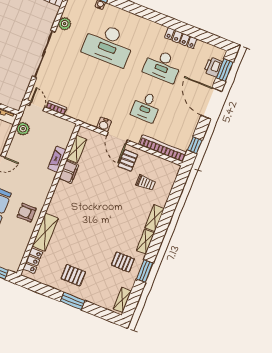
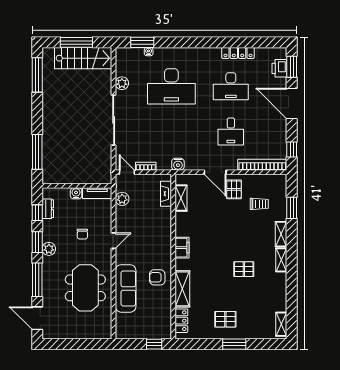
water cooler: (104, 124) -> (178, 164), moved
fireplace: (57, 159) -> (166, 194), moved
filing cabinet: (69, 172) -> (182, 248), moved
pallet: (123, 262) -> (244, 269), moved
window: (145, 271) -> (292, 208), moved

